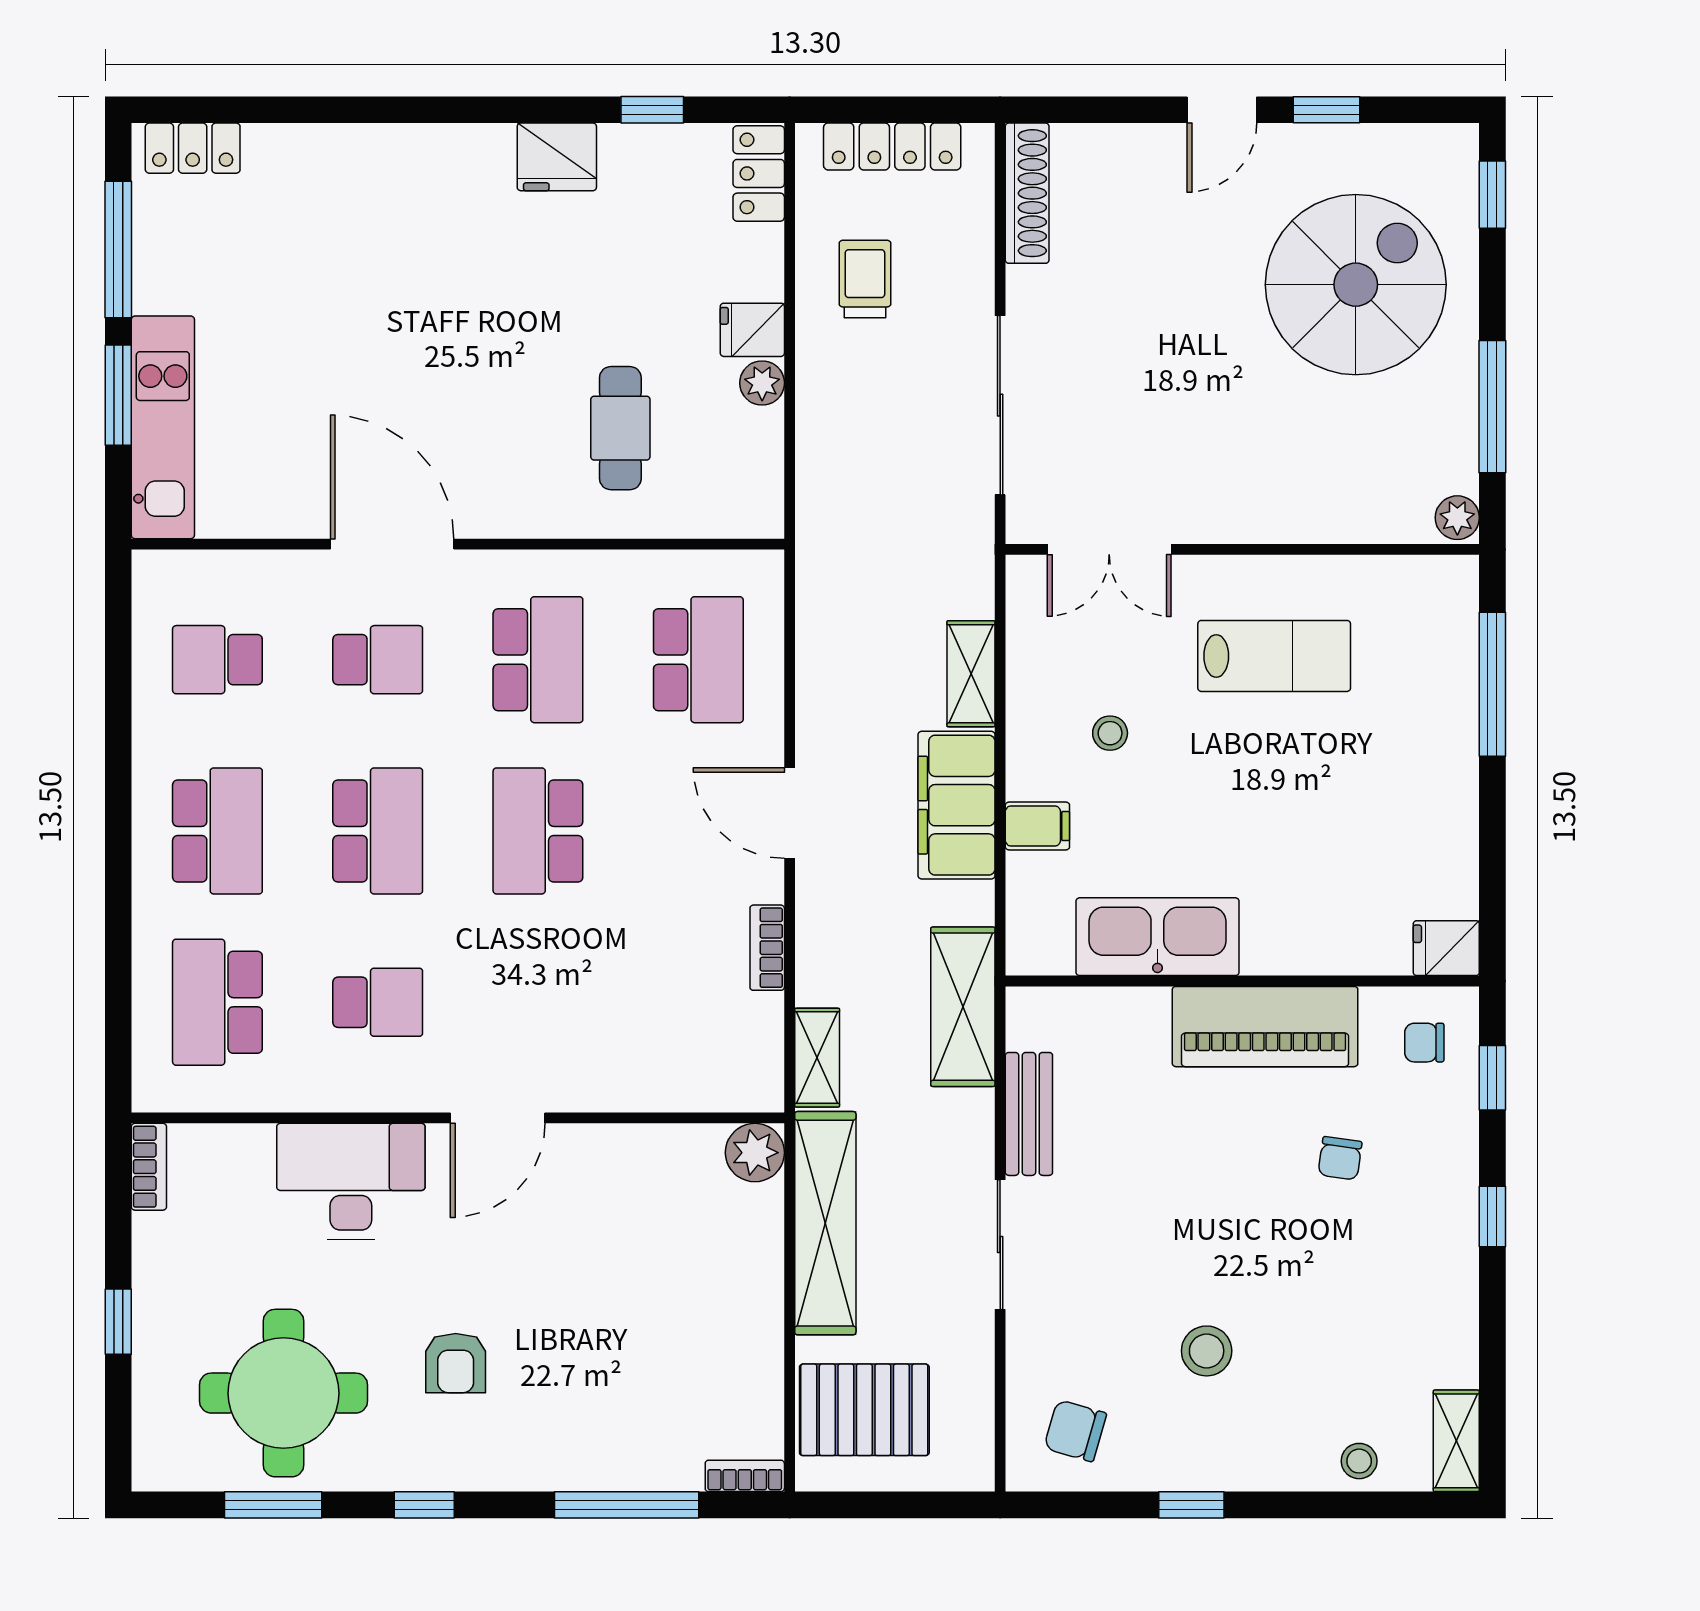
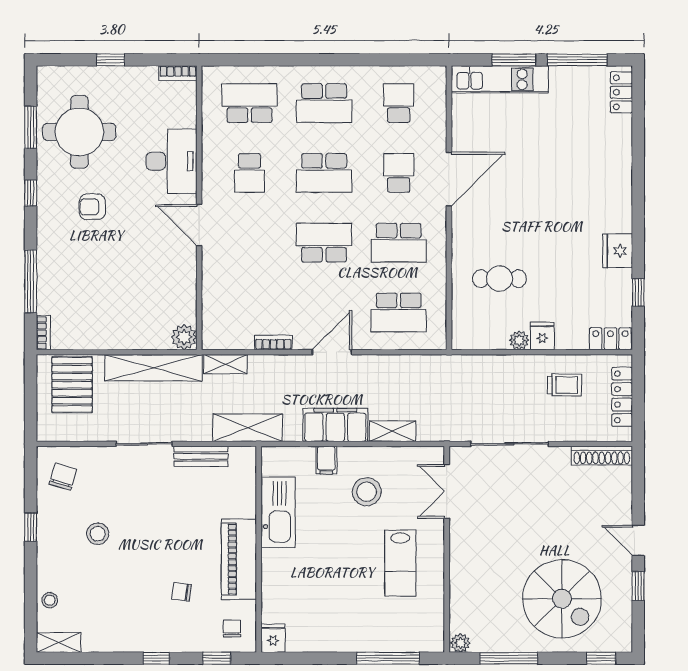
school desk: (378, 660) -> (399, 173), turned 180
stool: (1110, 733) -> (367, 492), width x1.89, depth x1.89

